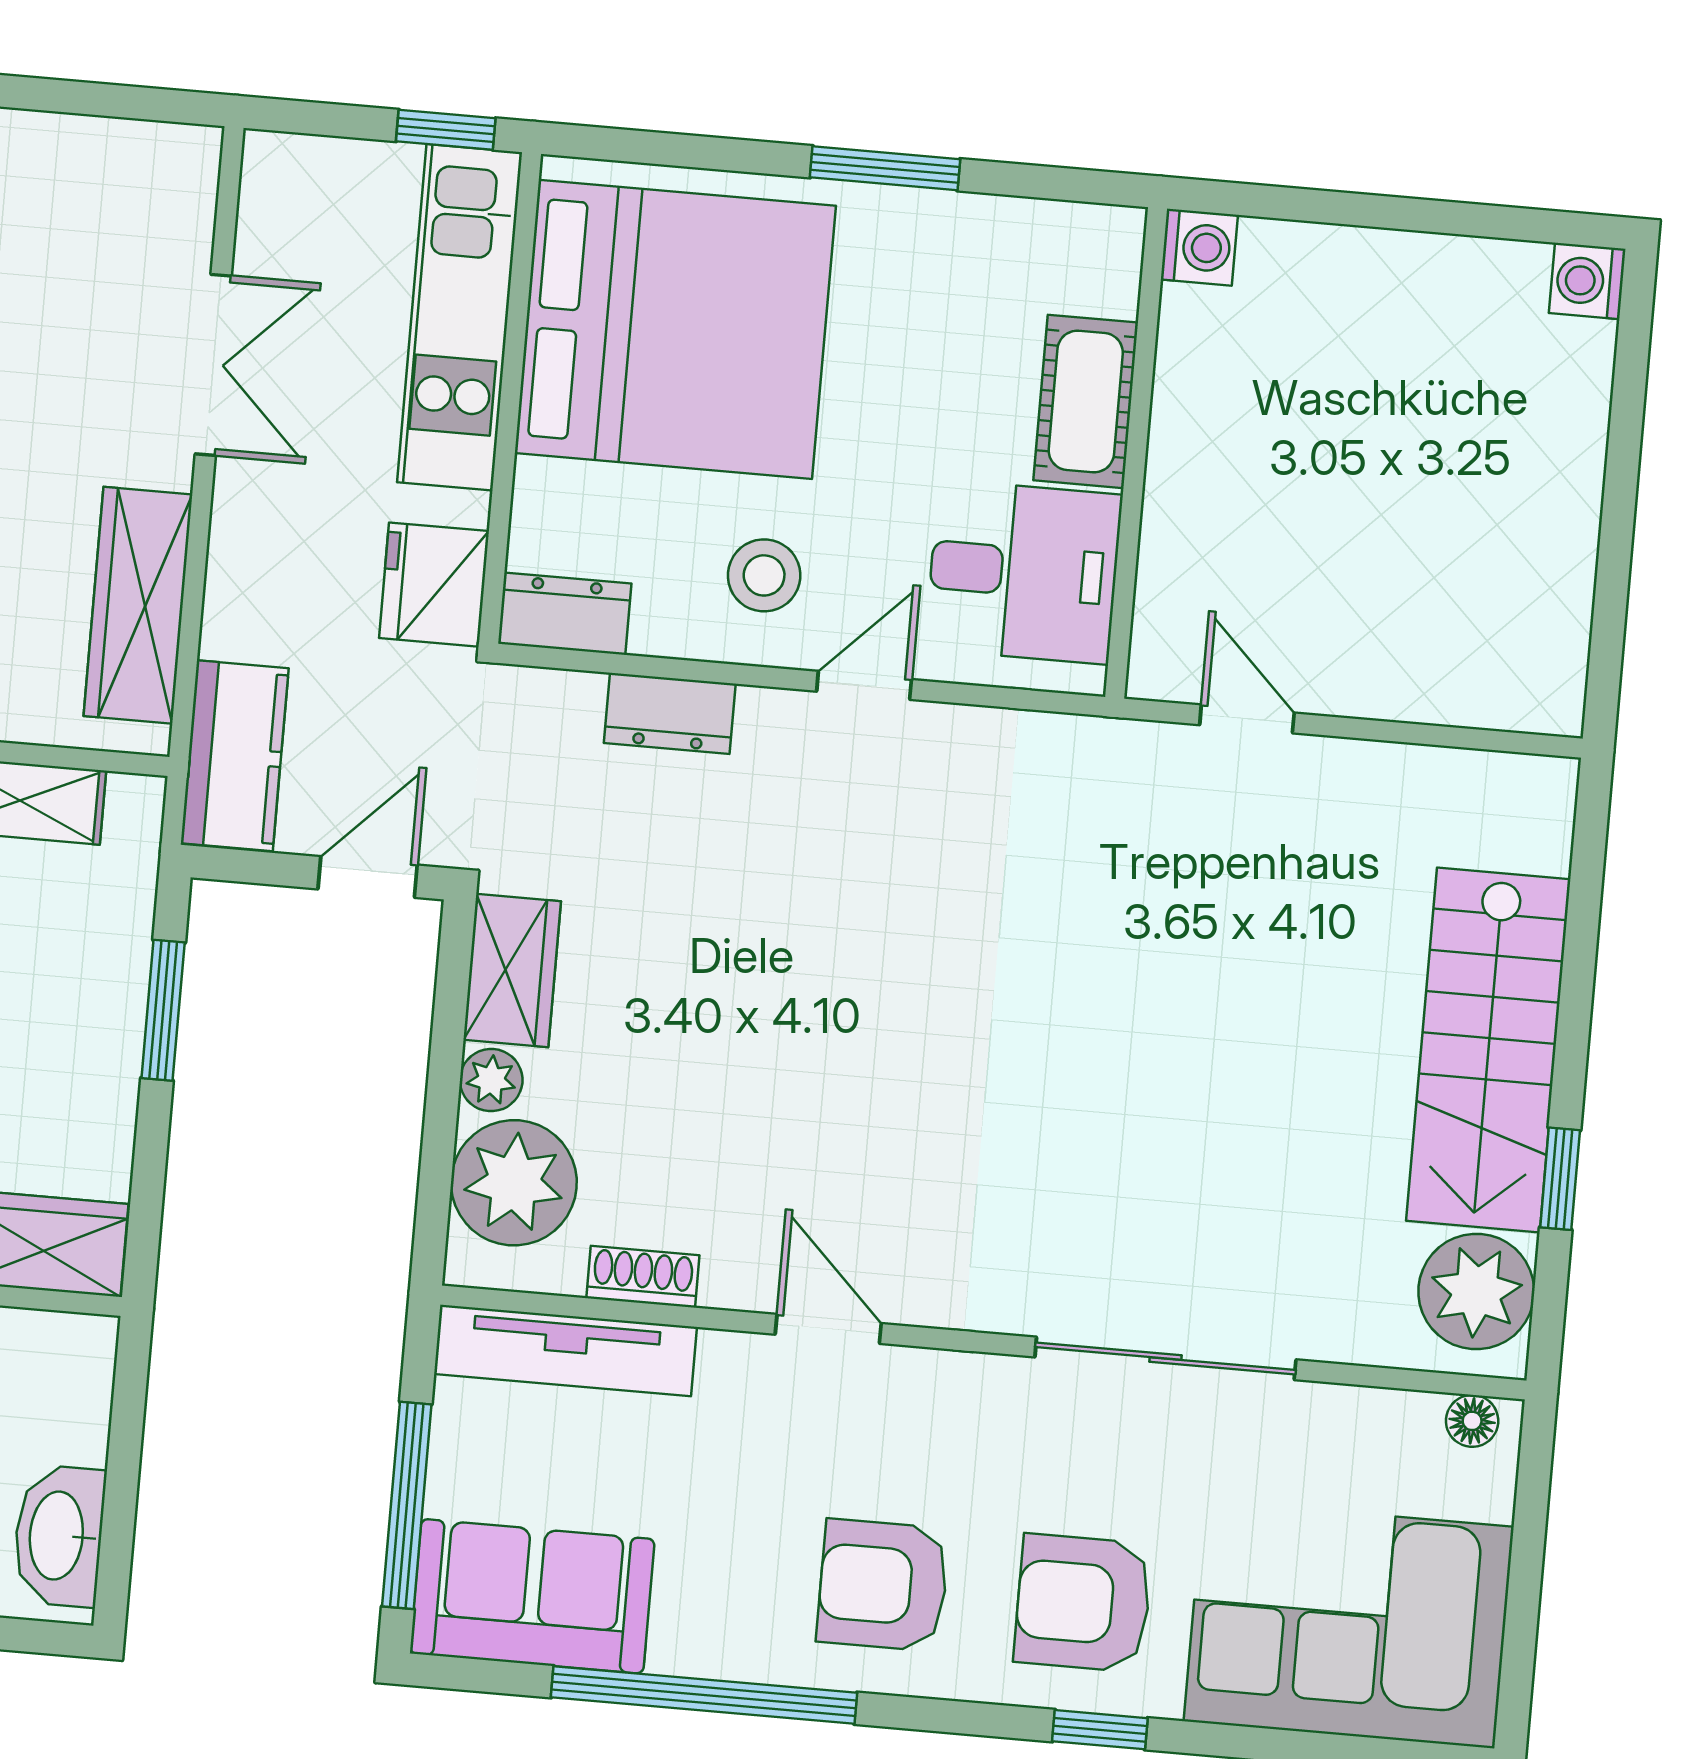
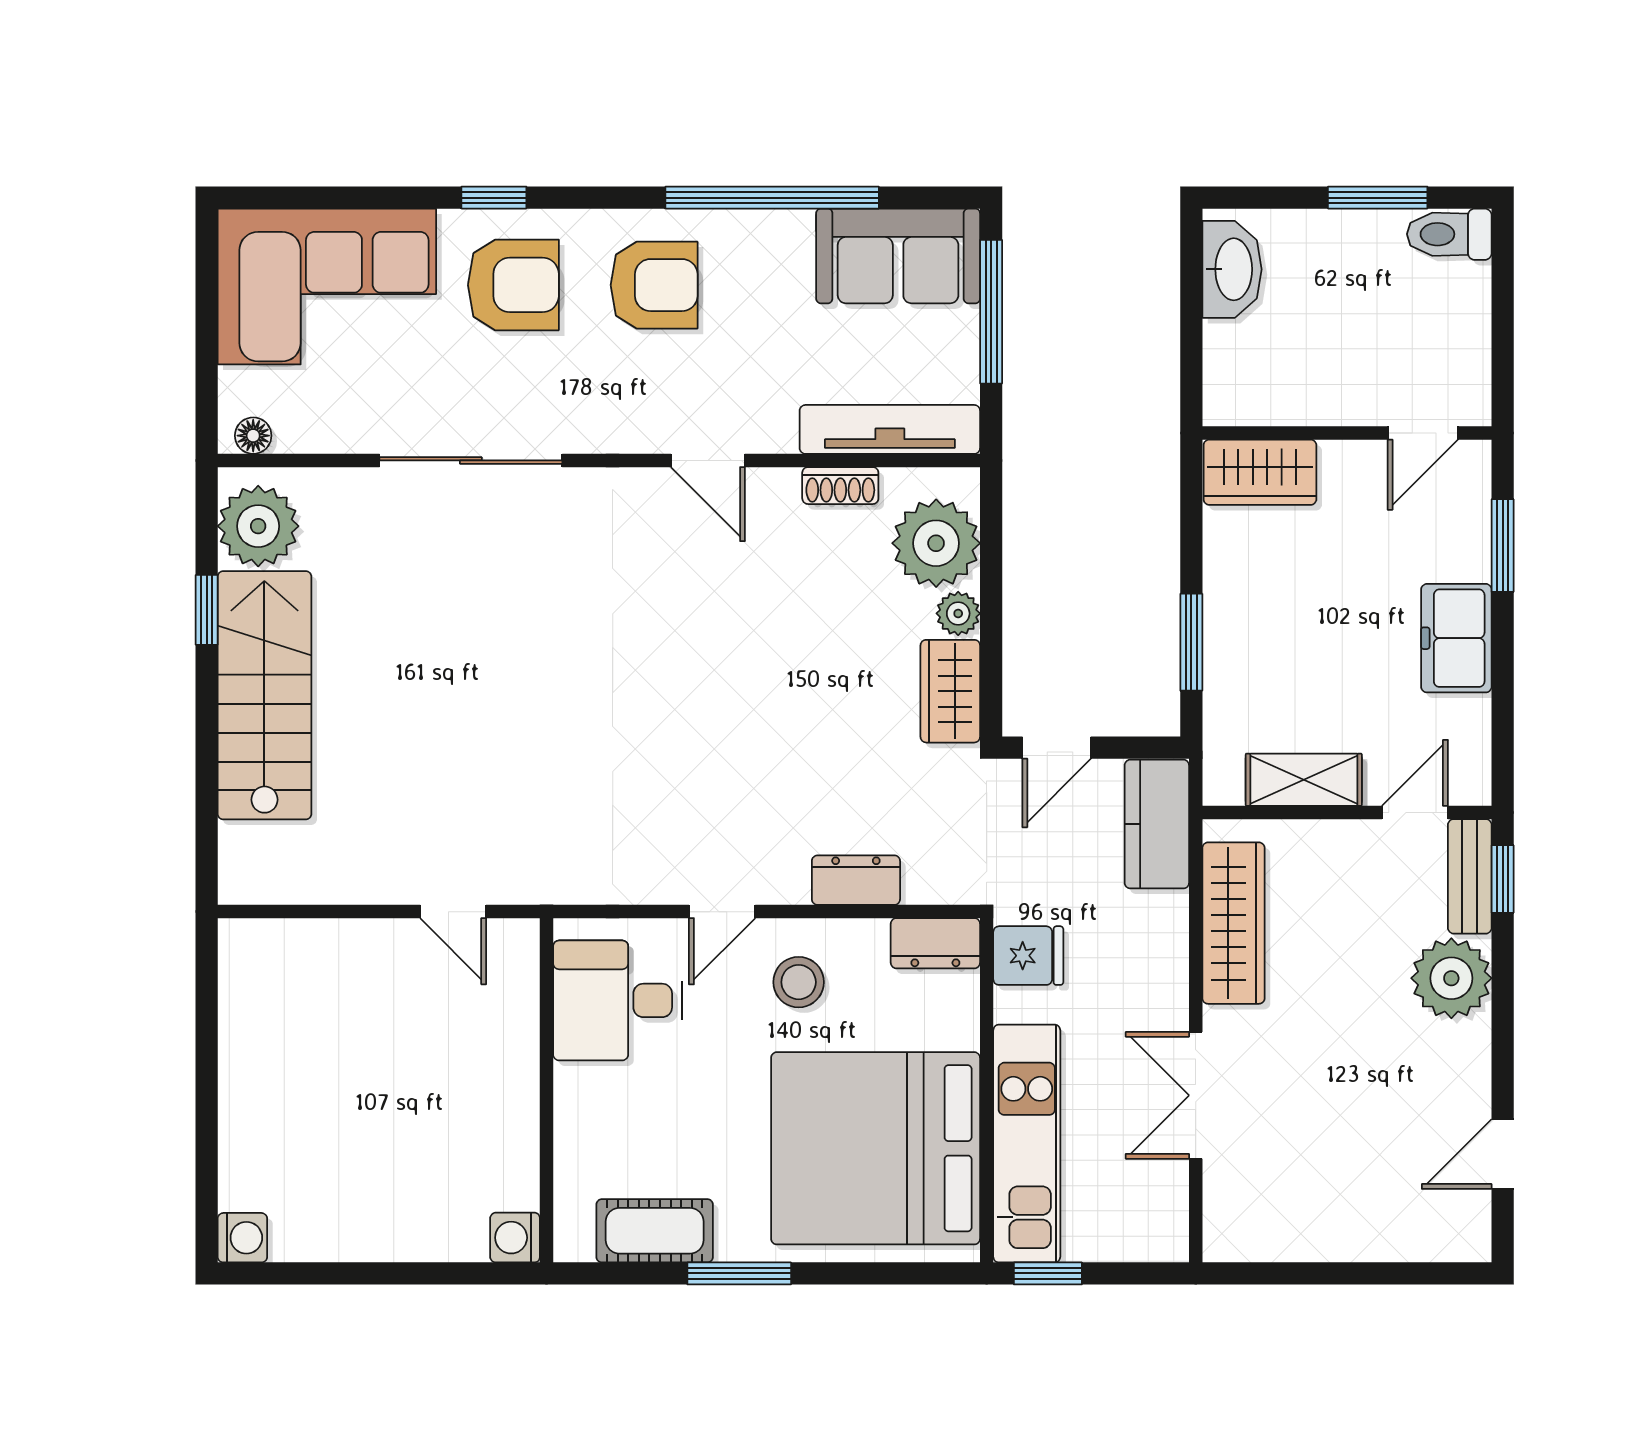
cot: (1086, 401) -> (655, 1231), moved, turned 90
fridge: (434, 585) -> (1028, 956), width x0.72

